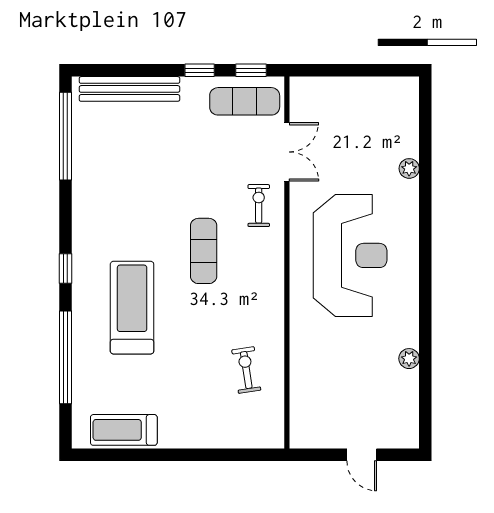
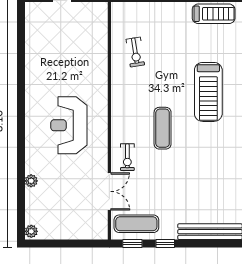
double door: (287, 152) -> (109, 191), swing flipped
reception desk: (350, 255) -> (69, 125), width x0.74, depth x0.77
plant: (409, 359) -> (31, 231), moved

